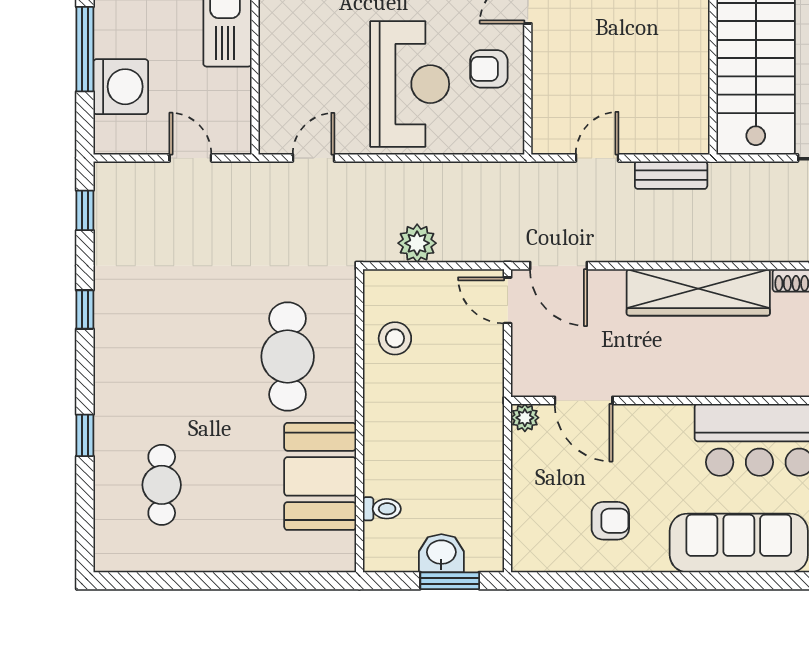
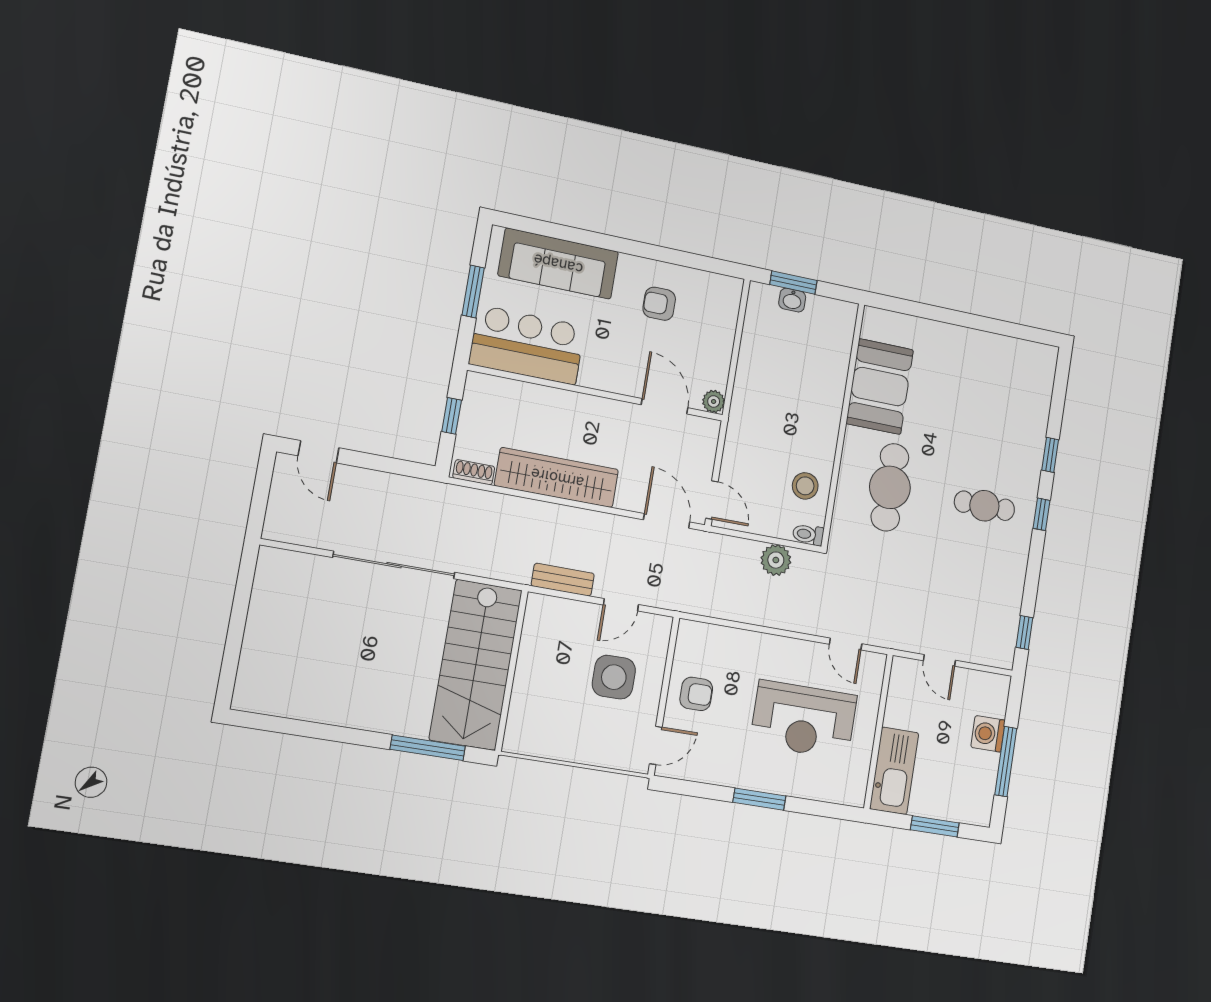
side table: (591, 72) -> (614, 677), added
reception desk: (410, 84) -> (804, 720), moved, turned -90
washing machine: (121, 87) -> (988, 734), width x0.73, depth x0.73
door: (314, 158) -> (846, 644), hinge flipped
window: (85, 310) -> (1041, 514), moved
cafe table: (162, 485) -> (984, 506), moved, turned 90
toilet: (382, 509) -> (808, 535), moved
washbasin: (441, 553) -> (792, 300), width x0.72, depth x0.69

